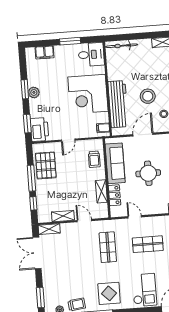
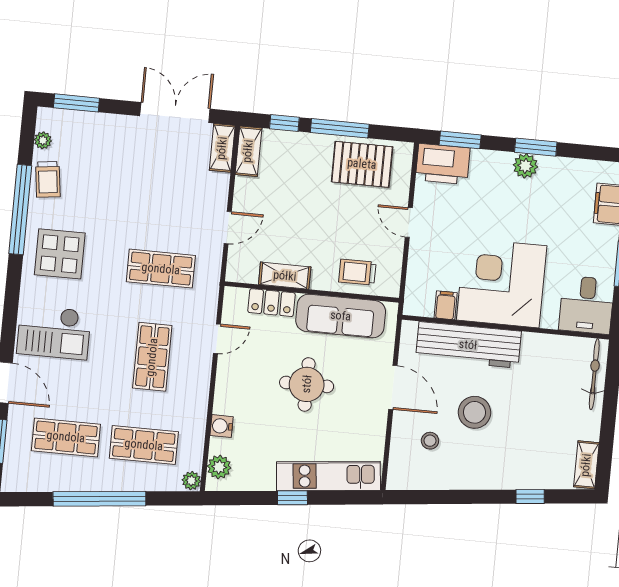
filing cabinet: (103, 128) -> (446, 305), moved
shelving: (63, 216) -> (248, 151), moved

